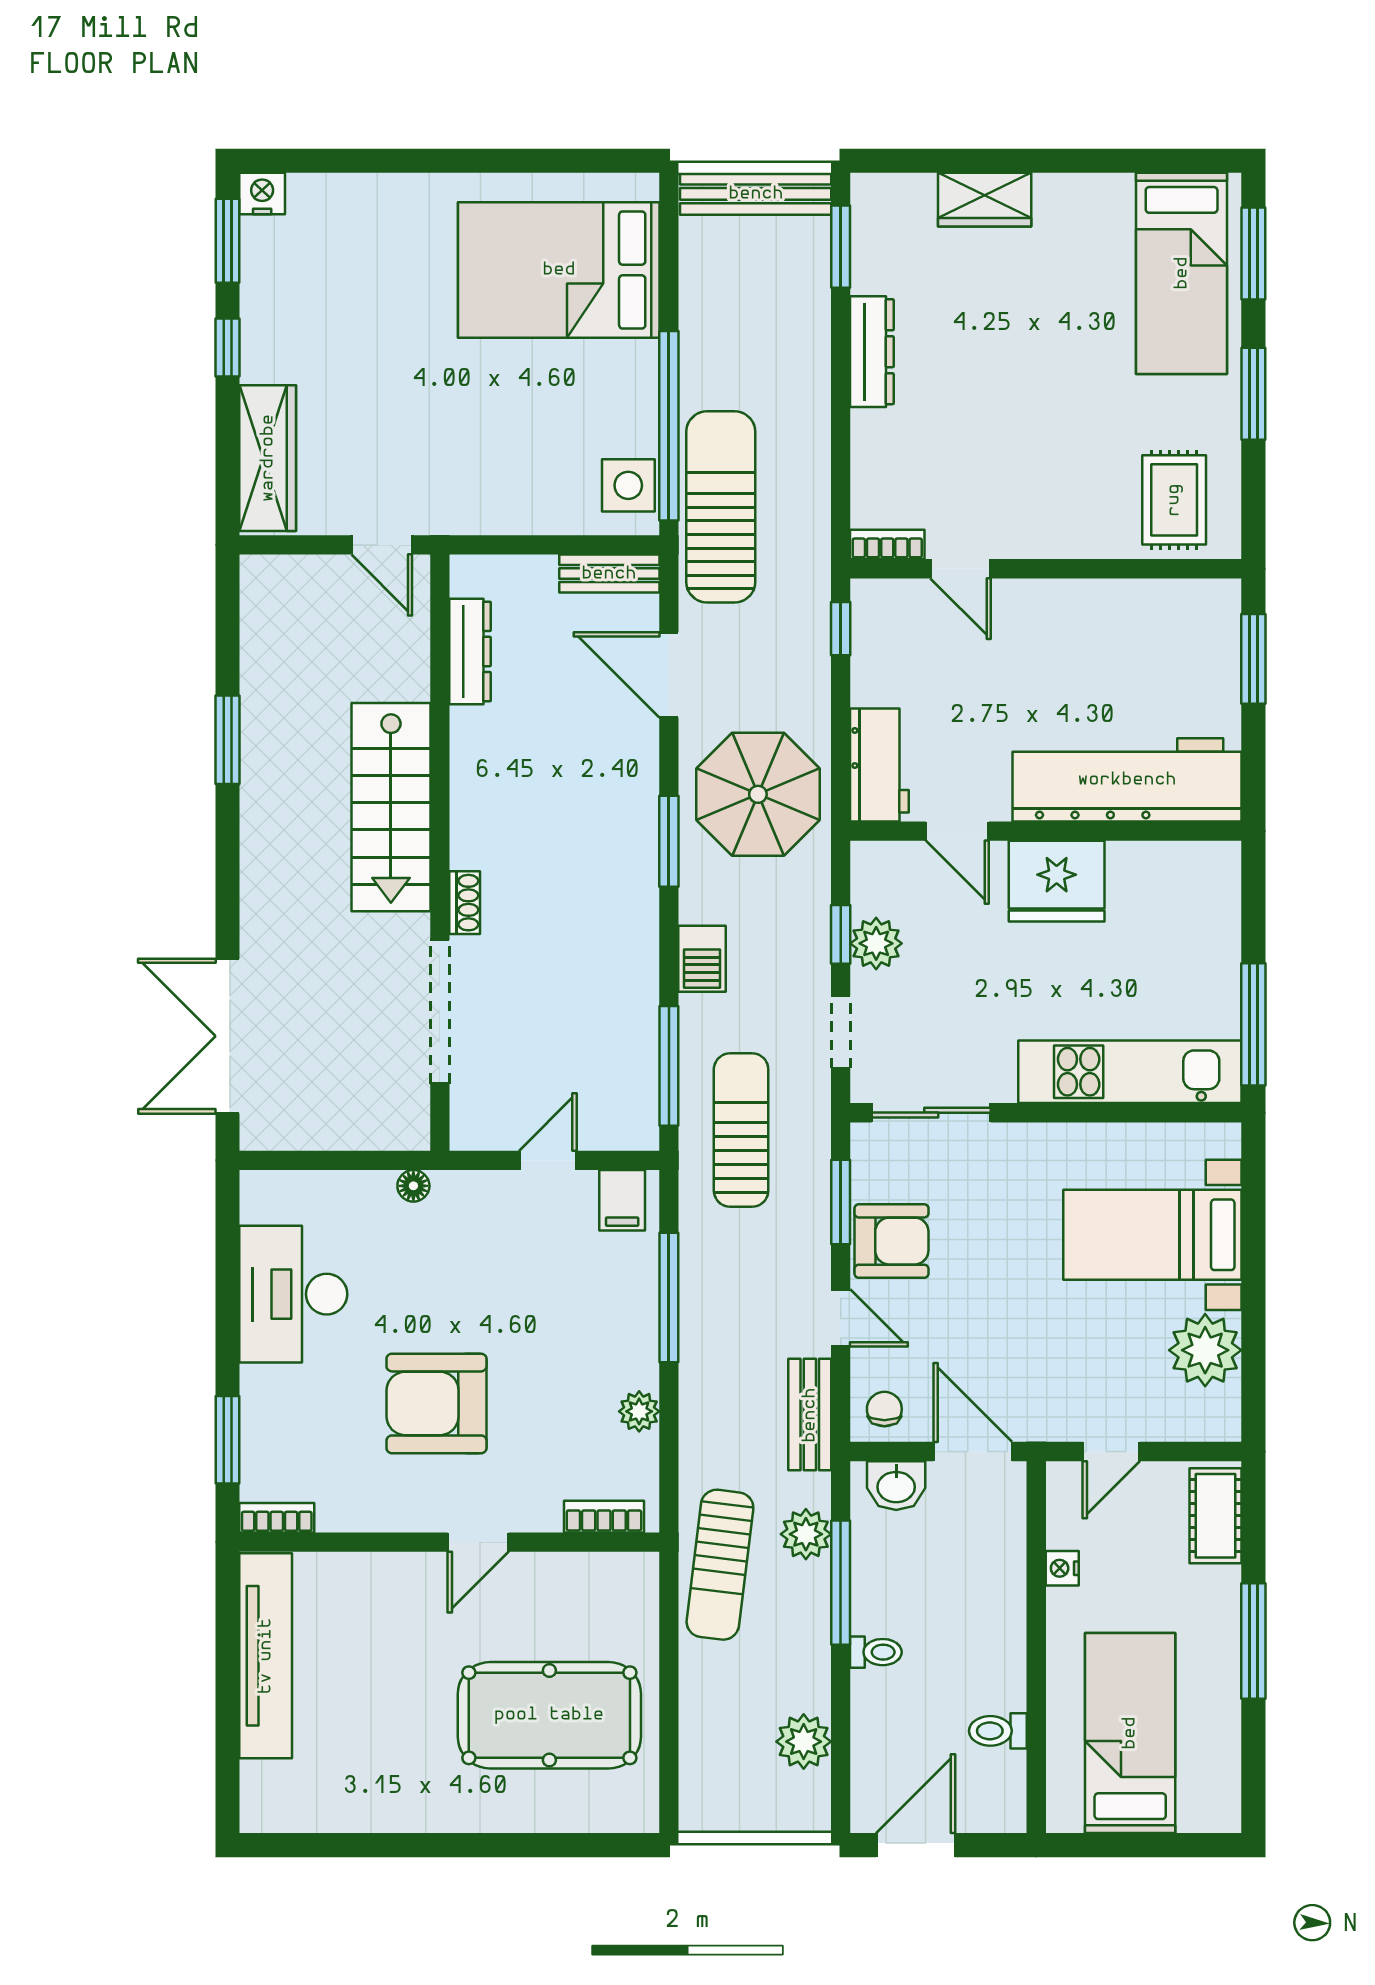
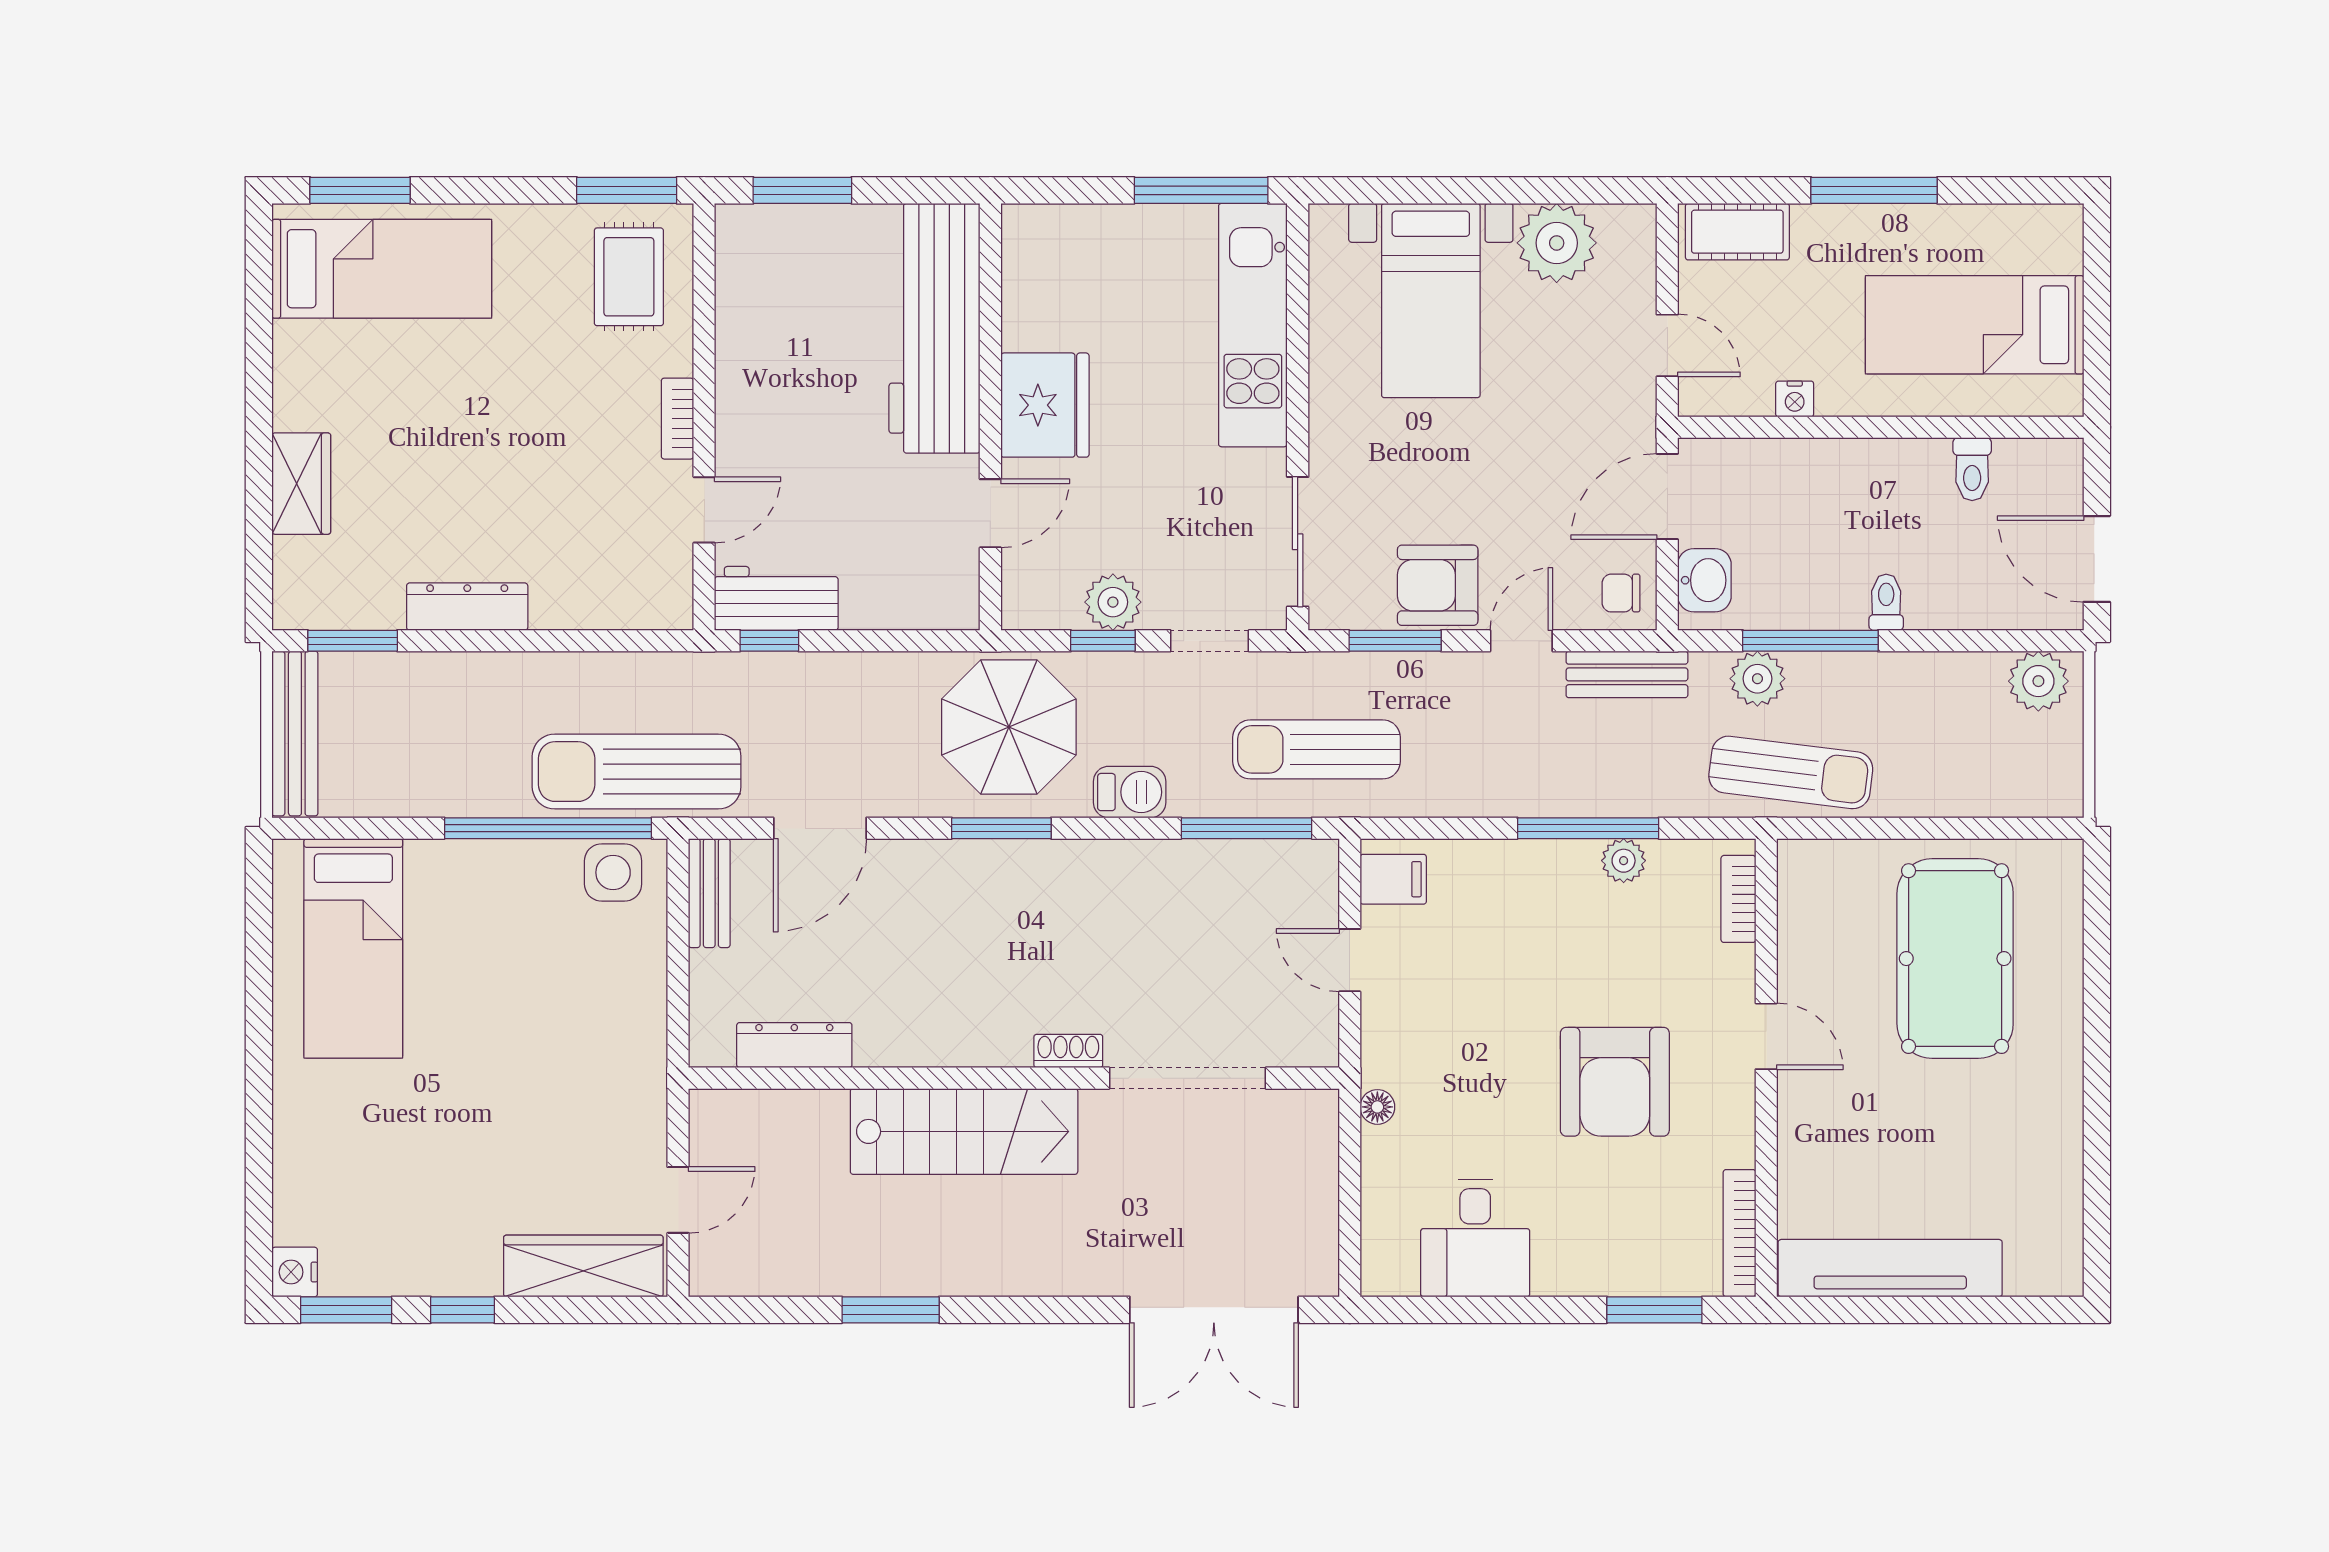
bed: (559, 270) -> (353, 948), width x0.67
window: (1253, 394) -> (627, 190), moved
rug: (1174, 500) -> (629, 277), turned 90
bookcase: (887, 544) -> (677, 419), moved
door: (382, 545) -> (678, 1200), moved
workbench: (879, 765) -> (776, 598), moved
parasol: (758, 794) -> (1009, 727), moved
armchair: (892, 1241) -> (1438, 585), turned -90
desk: (293, 1294) -> (1475, 1238), width x0.73
window: (669, 1298) -> (1588, 828), moved
bookcase: (277, 1518) -> (1739, 1233), width x1.56
plant: (804, 1742) -> (2038, 681), moved

